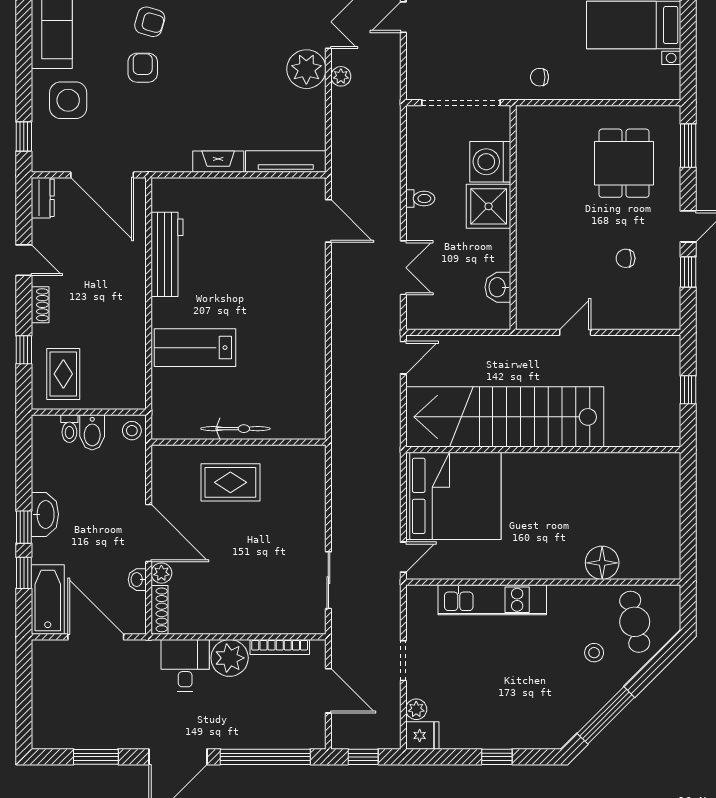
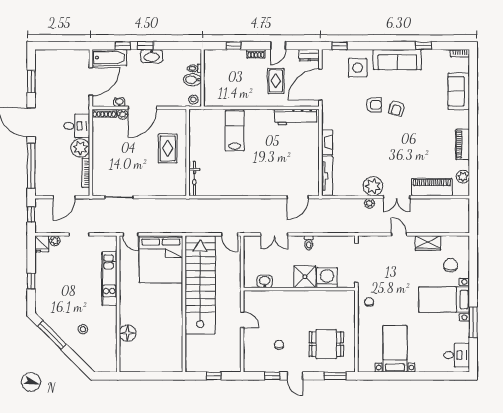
workbench: (167, 254) -> (296, 117), moved
rug: (63, 374) -> (276, 81), moved, turned 90
bicycle: (235, 429) -> (194, 179), moved
cafe table: (635, 622) -> (98, 349), removed

